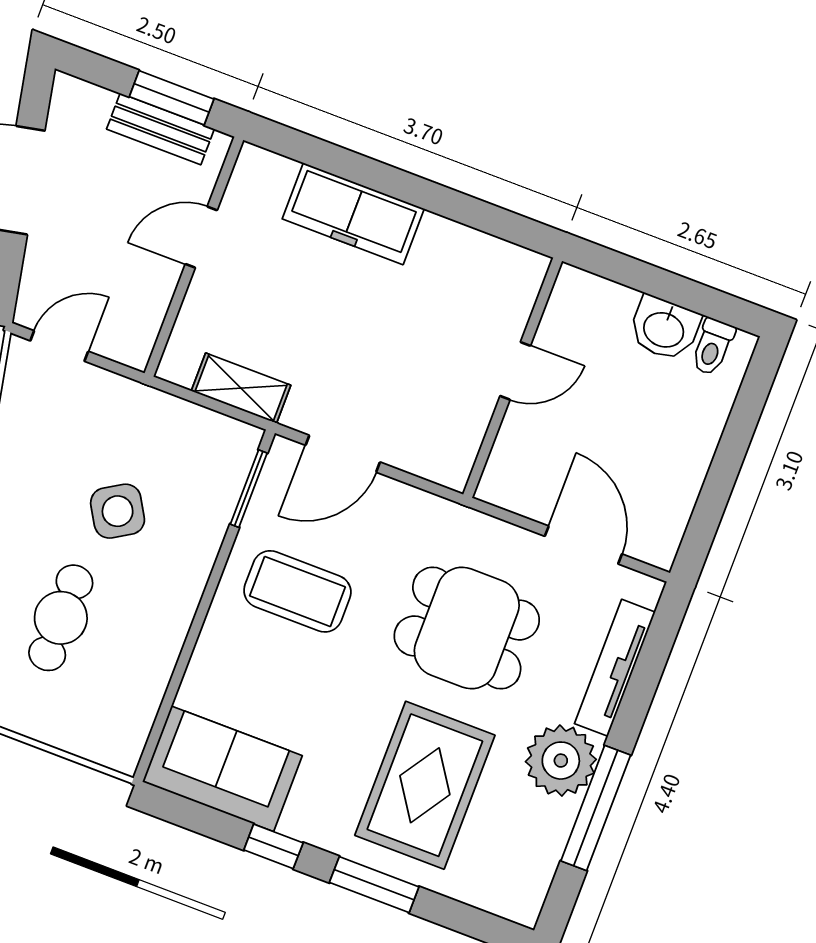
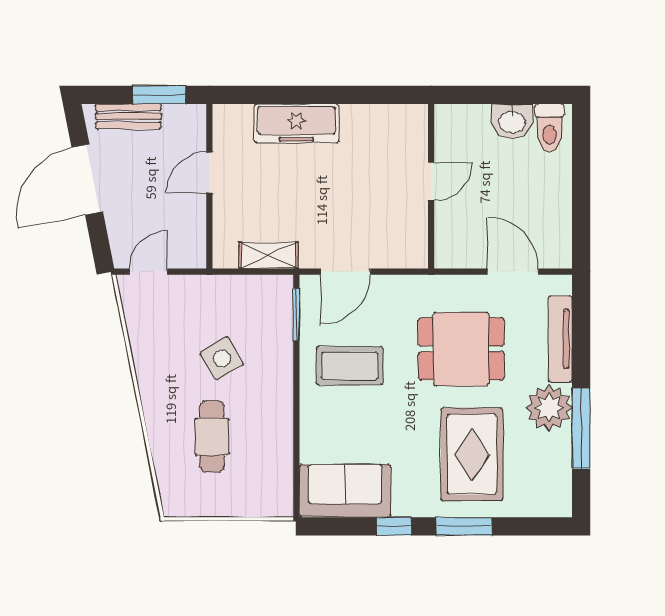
bench: (160, 129) -> (128, 116), moved
toilet: (713, 347) -> (550, 128), width x1.37, depth x1.39

